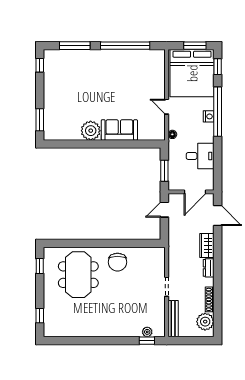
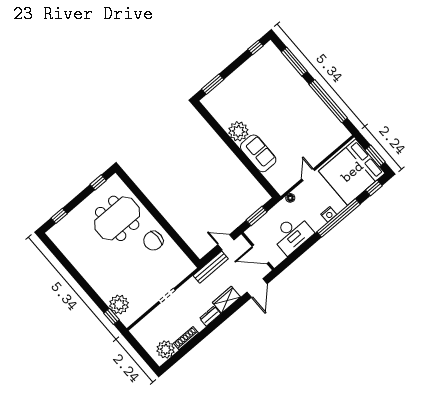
desk: (200, 156) -> (292, 234), width x1.37
bench: (173, 319) -> (211, 267), moved
plant: (147, 332) -> (119, 304), width x1.87, depth x1.87

